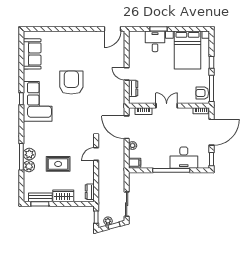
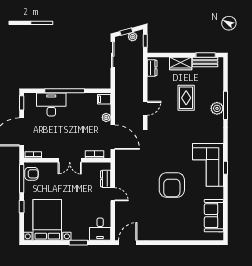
desk: (155, 41) -> (100, 229), moved
rug: (58, 164) -> (186, 98), turned 90
plant: (29, 166) -> (217, 95), removed

